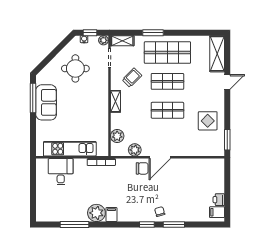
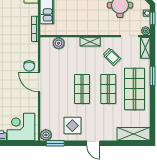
door: (227, 82) -> (93, 143), moved
plant: (135, 150) -> (46, 135), moved
corner desk: (209, 177) -> (21, 127), added

